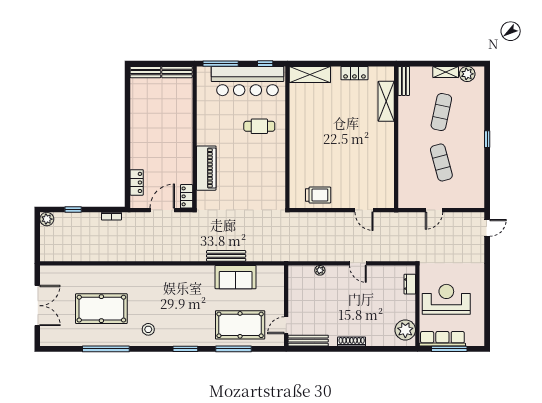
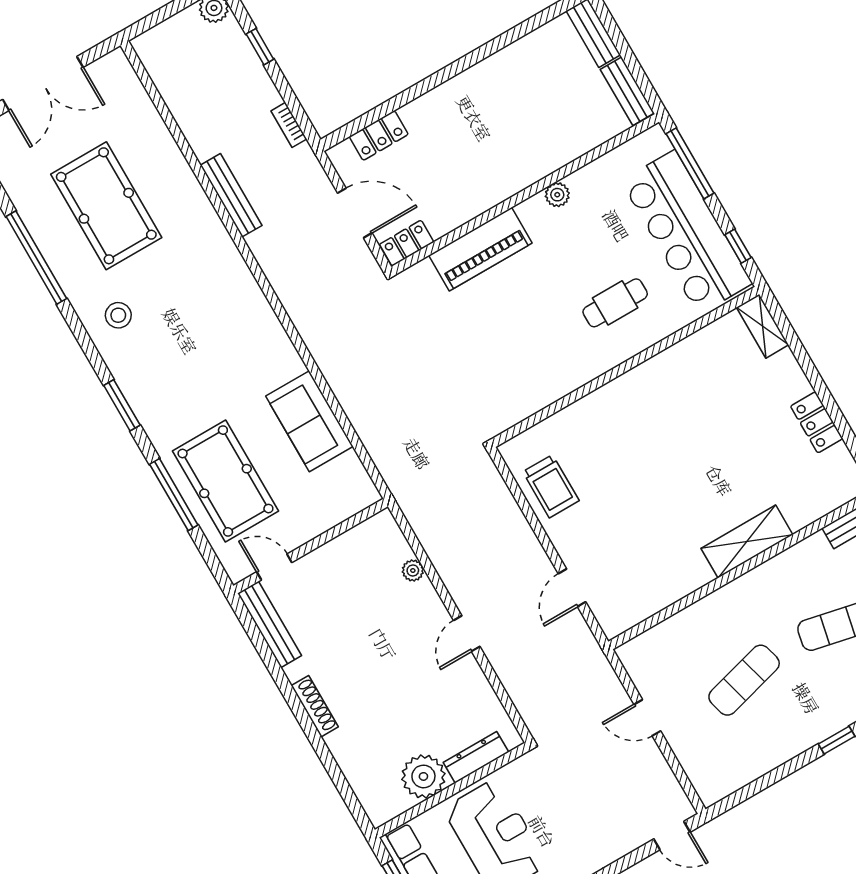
shelving: (310, 74) -> (762, 326), width x0.67, depth x0.75
shelving: (386, 101) -> (747, 542), moved
plant: (202, 124) -> (557, 195), added
cafe table: (259, 126) -> (615, 303), turned 90
bench: (226, 256) -> (231, 195), moved
dresser: (410, 284) -> (476, 757), width x1.44
plant: (405, 330) -> (423, 776), moved

